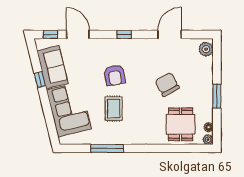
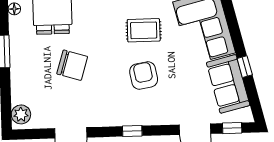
chair: (167, 84) -> (72, 65), turned -44
rug: (114, 109) -> (144, 30), turned 90

